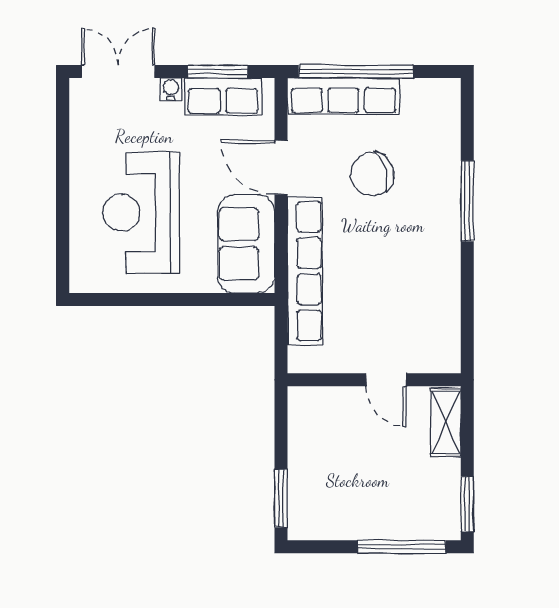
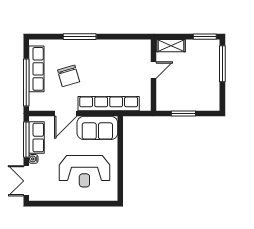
window: (218, 72) -> (26, 140), width x1.44
row of seats: (343, 96) -> (36, 69), moved
window: (281, 498) -> (183, 114), moved

